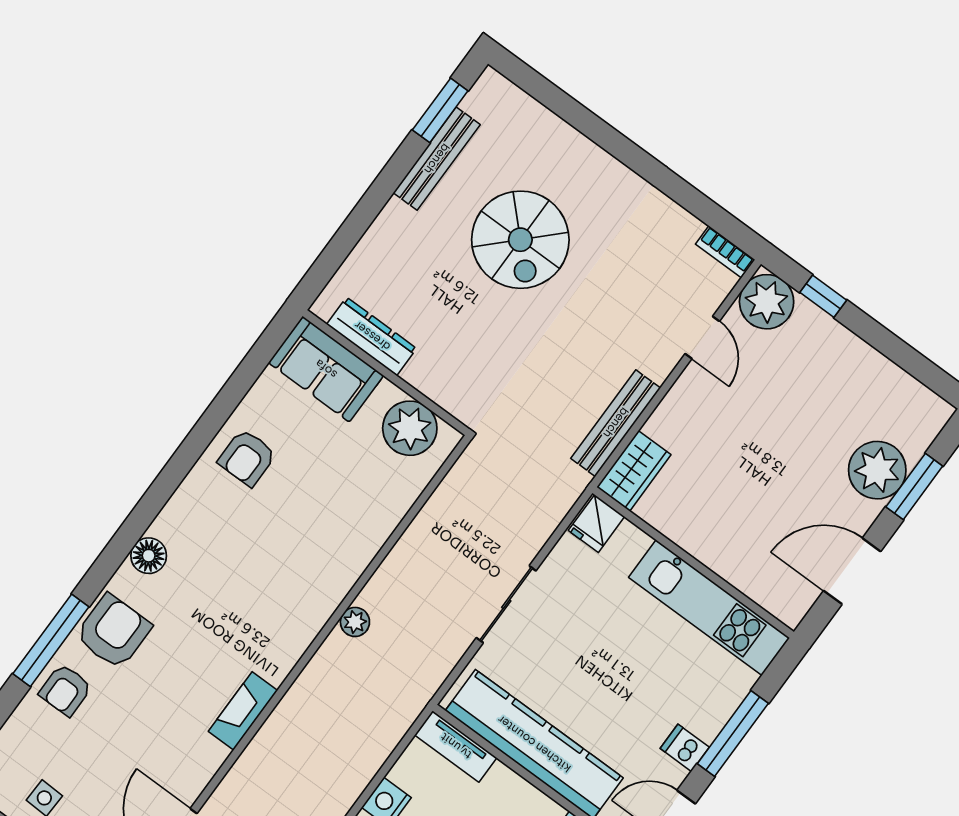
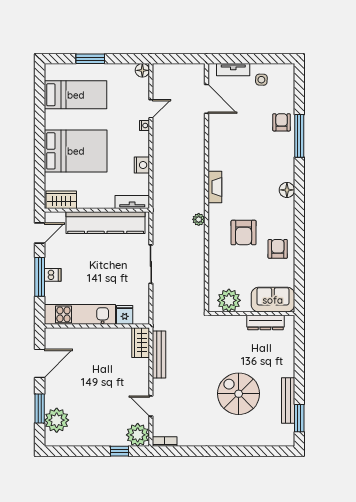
plant: (877, 470) -> (57, 420), moved
fridge: (596, 524) -> (125, 315), moved
armchair: (113, 632) -> (244, 233), moved
fireplace: (243, 711) -> (215, 187), moved
dishwasher: (685, 748) -> (53, 275), moved

